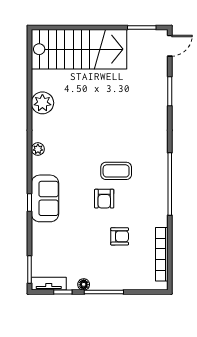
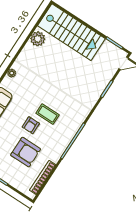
plant: (42, 103) -> (38, 39), moved
armchair: (120, 236) -> (26, 152), width x1.88, depth x1.88

